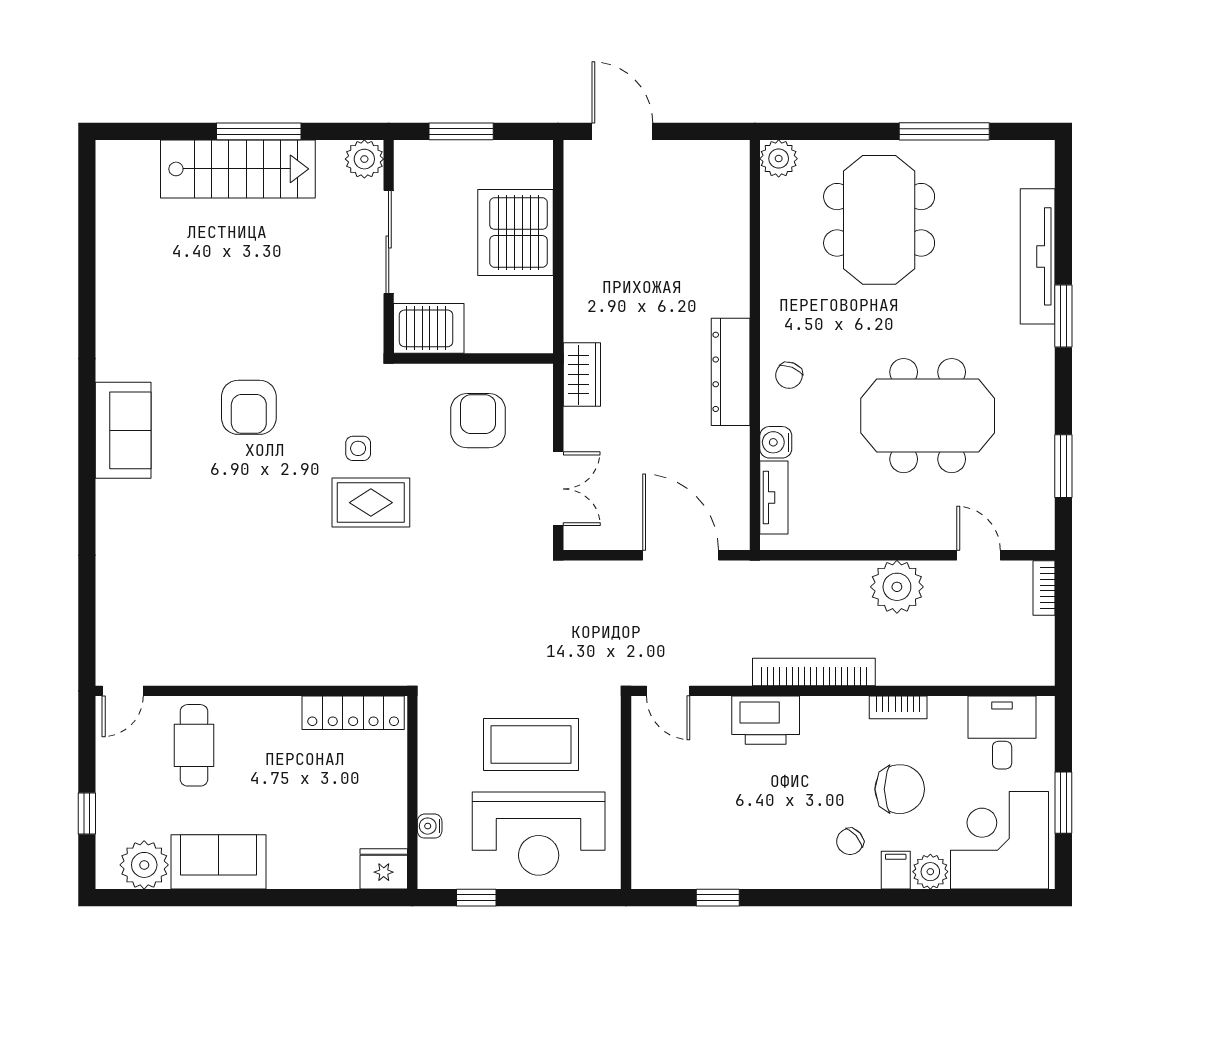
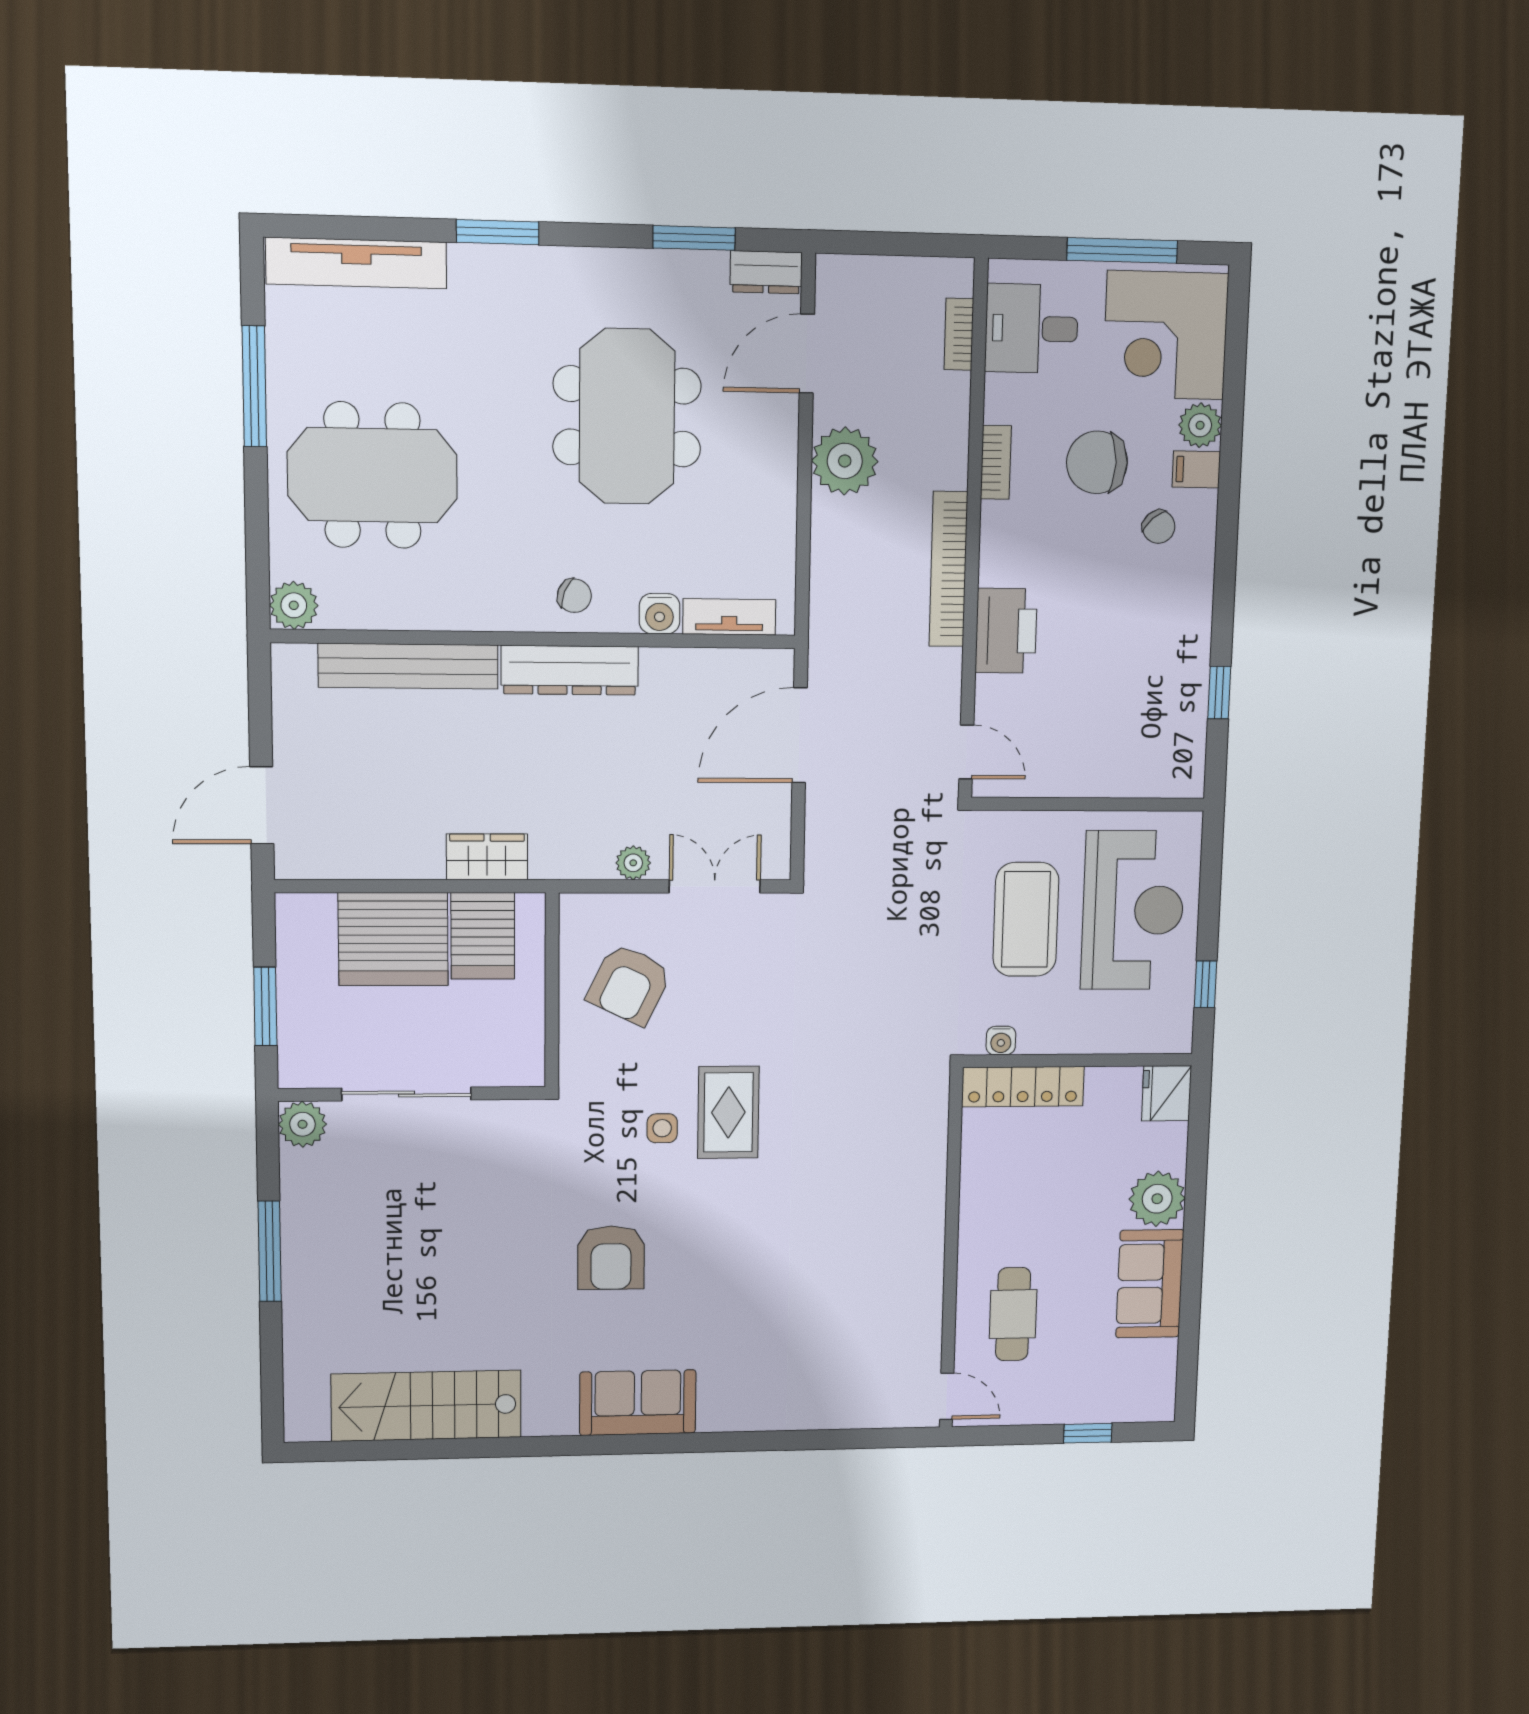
stairs: (238, 169) -> (426, 1406), moved, turned -90
bench: (733, 246) -> (408, 666), added
tv unit: (1038, 256) -> (356, 263), moved
server rack: (429, 328) -> (483, 936), moved, turned 180
wardrobe: (582, 375) -> (487, 857), moved
armchair: (249, 407) -> (611, 1258), turned 90
armchair: (478, 421) -> (629, 984), turned -64
plant: (577, 423) -> (633, 863), added
dresser: (1039, 522) -> (766, 272), added
door: (979, 555) -> (807, 354), width x1.38
bookcase: (1044, 588) -> (959, 334), moved, turned 90
door: (668, 691) -> (966, 752), hinge flipped
locker: (353, 713) -> (1023, 1087), moved, turned 90
cafe table: (194, 745) -> (1013, 1314), turned 90
chair: (900, 789) -> (1097, 462), turned -90
window: (1063, 803) -> (1122, 250), width x1.44
water cooler: (430, 826) -> (1001, 1041), moved
plant: (144, 865) -> (1157, 1199), moved

